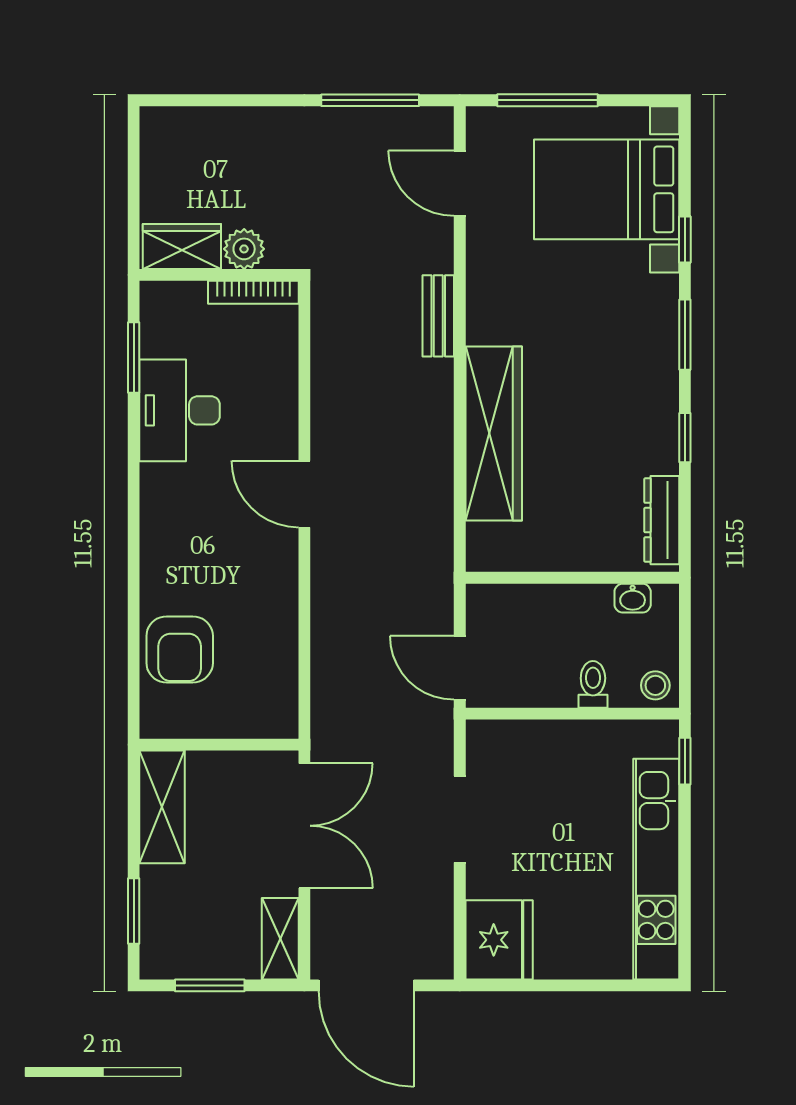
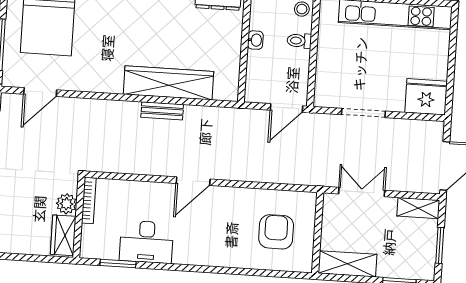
bench: (438, 316) -> (162, 111), moved
washbasin: (633, 598) -> (255, 40), moved
armchair: (180, 649) -> (276, 232), moved, turned -90
double door: (304, 826) -> (362, 192), width x0.73

